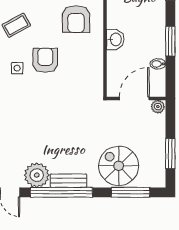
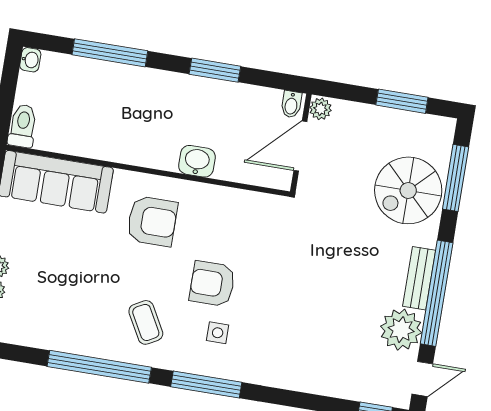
bidet: (158, 64) -> (291, 104), moved
door: (134, 98) -> (300, 146), hinge flipped

